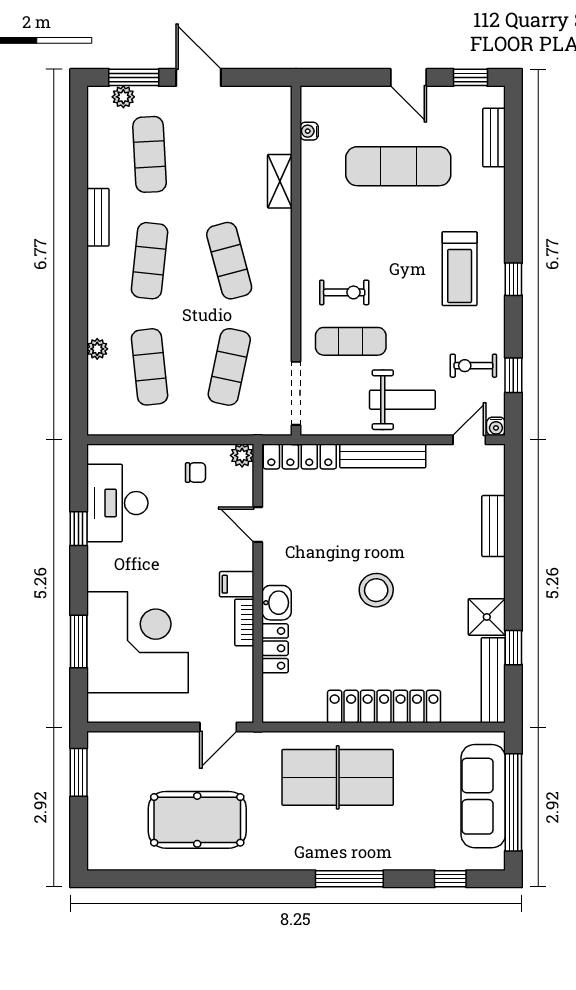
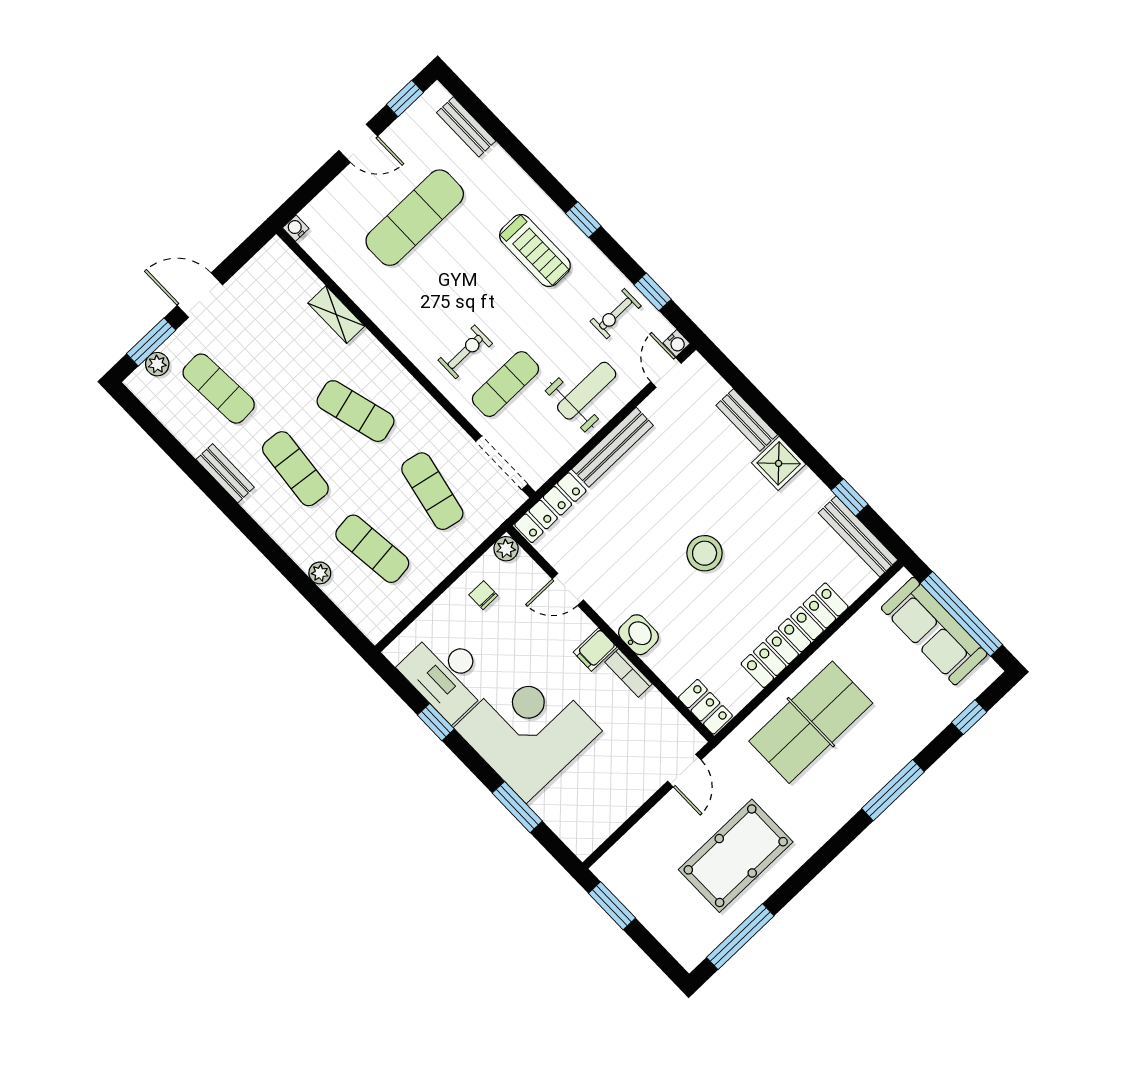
water cooler: (309, 131) -> (296, 228), moved, turned 90
chair: (196, 473) -> (483, 595), turned -90
shower: (487, 617) -> (779, 463), moved
corner desk: (137, 642) -> (528, 729), moved
locker: (275, 648) -> (705, 707), moved
window: (147, 879) -> (740, 937), added

